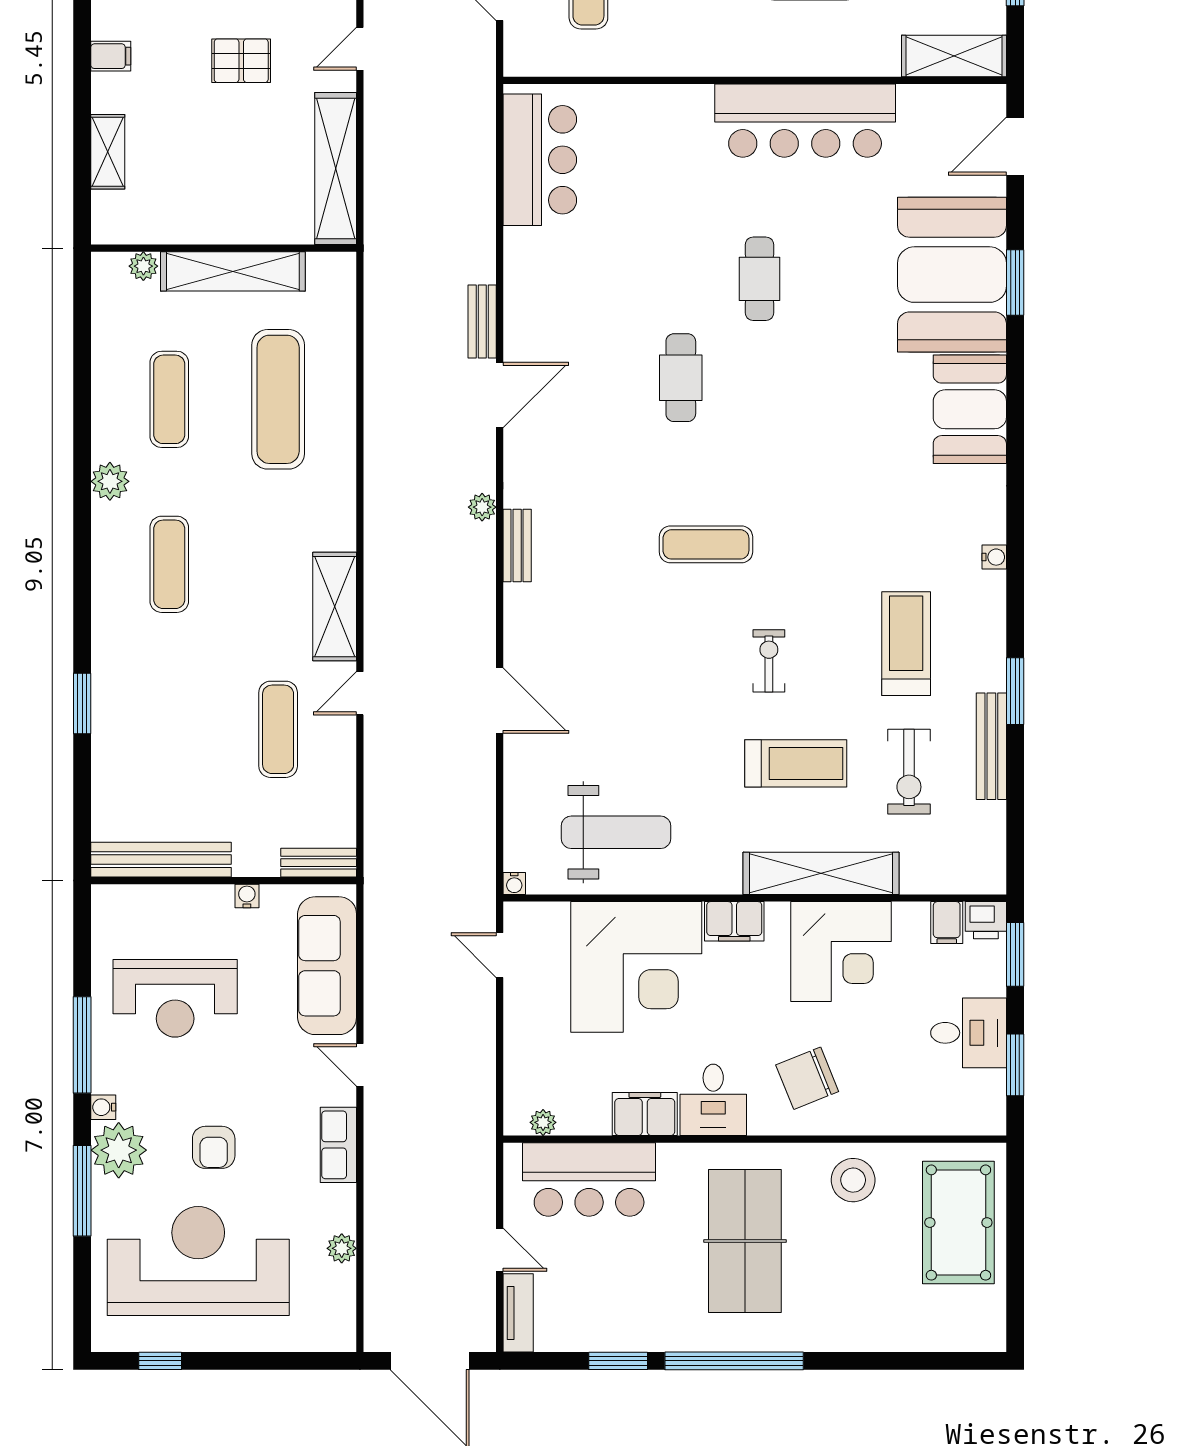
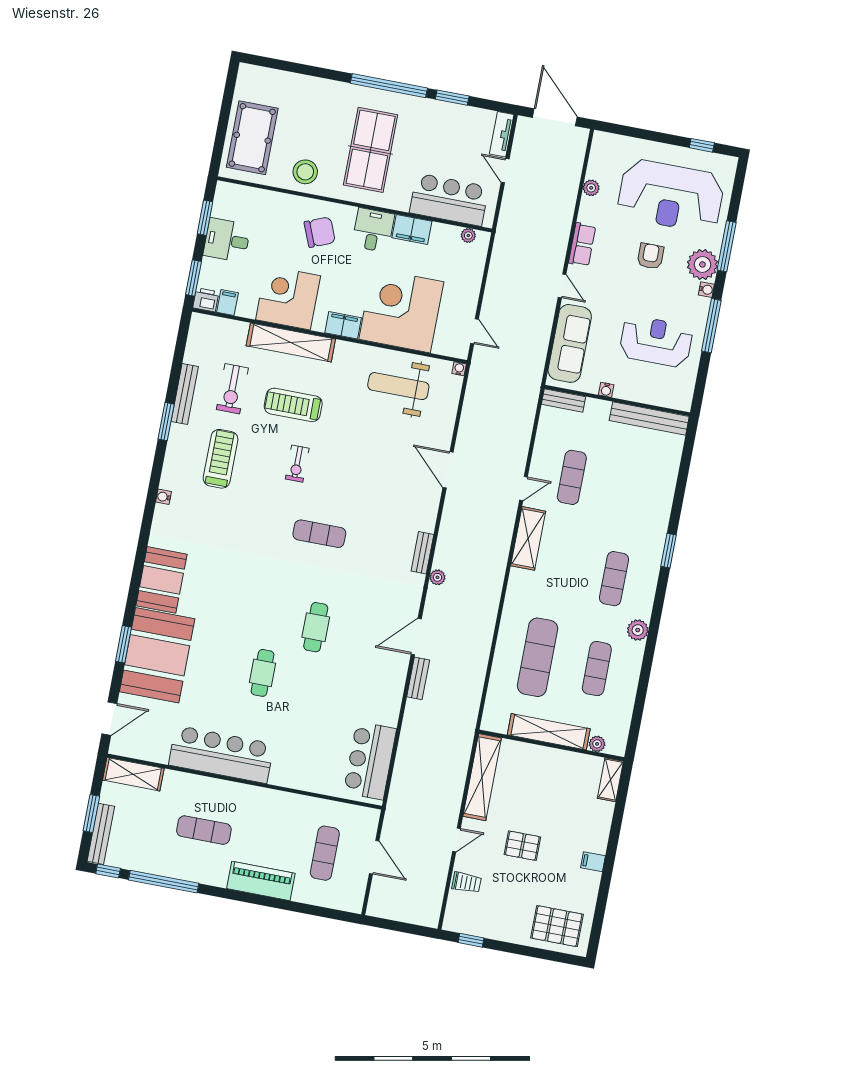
shelving: (108, 152) -> (610, 780), moved
treadmill: (906, 644) -> (221, 459), turned 180
window: (82, 703) -> (669, 551), moved
exercise bike: (909, 772) -> (232, 389), turned 180

